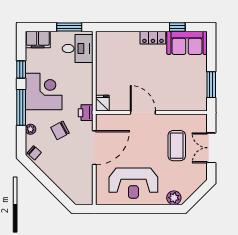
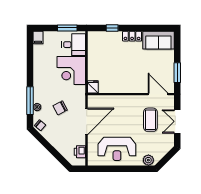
window: (177, 27) -> (112, 28), moved
filing cabinet: (38, 39) -> (38, 38), width x0.50
window: (21, 70) -> (30, 61), removed
corner desk: (44, 92) -> (71, 71), moved, turned 180
window: (21, 107) -> (30, 101), moved
door: (143, 112) -> (158, 94), moved
printer: (86, 113) -> (80, 152), moved

